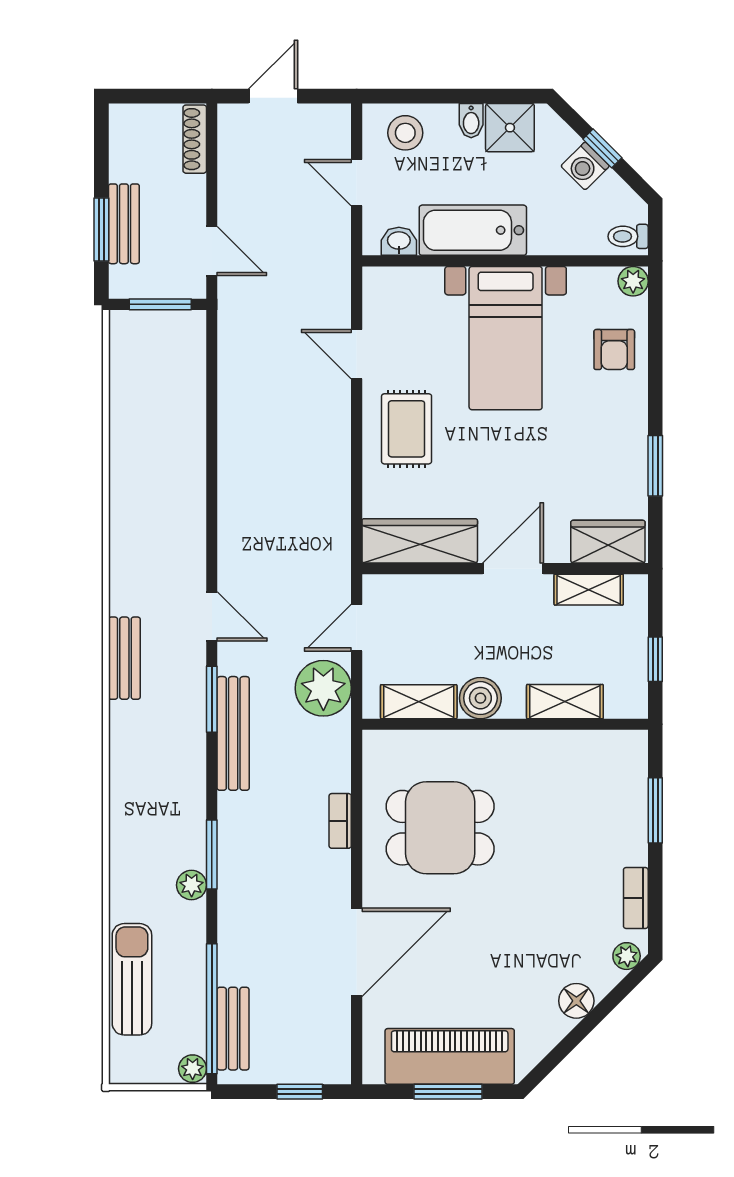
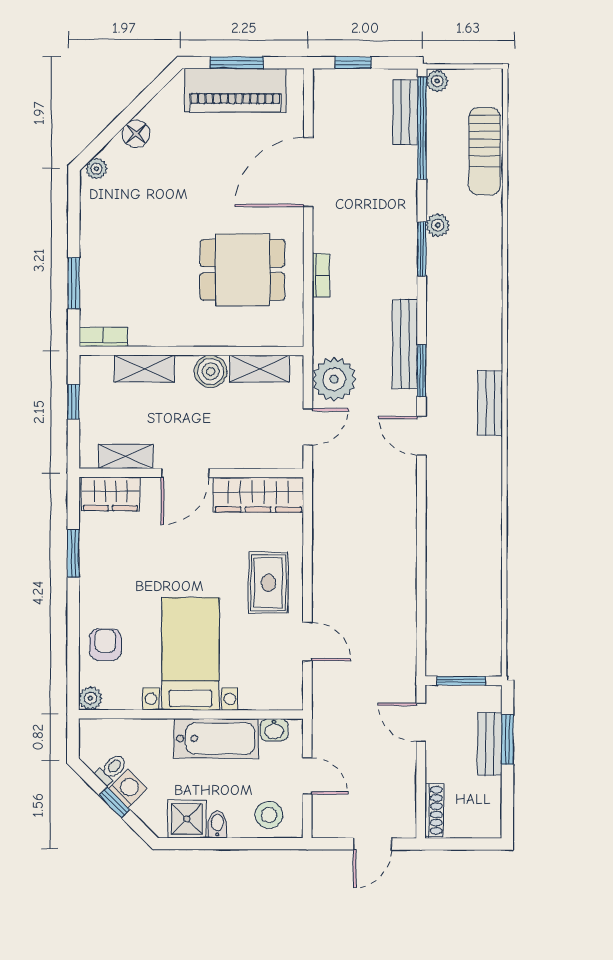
toilet: (628, 236) -> (111, 769), moved, turned -45
bookcase: (636, 898) -> (103, 337), moved, turned -90

